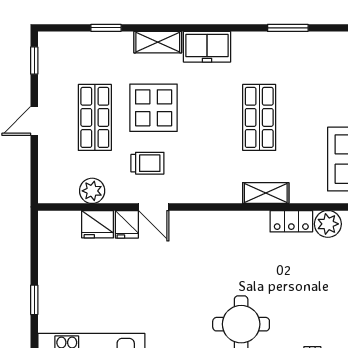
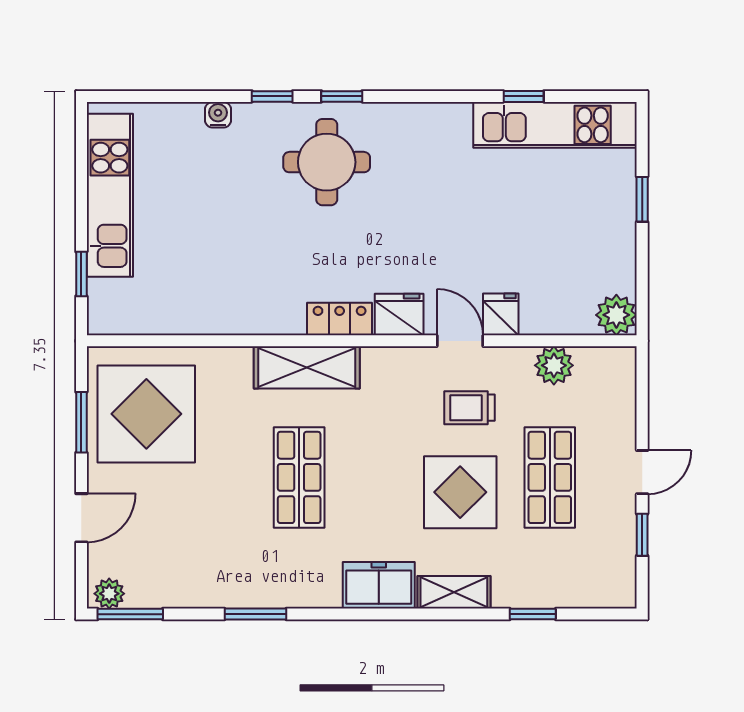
window: (34, 61) -> (642, 535), moved
shelving: (266, 193) -> (307, 367), width x1.50, depth x1.33
locker: (291, 221) -> (340, 319), moved
fridge: (98, 224) -> (399, 315), moved
plant: (328, 224) -> (616, 315), moved

